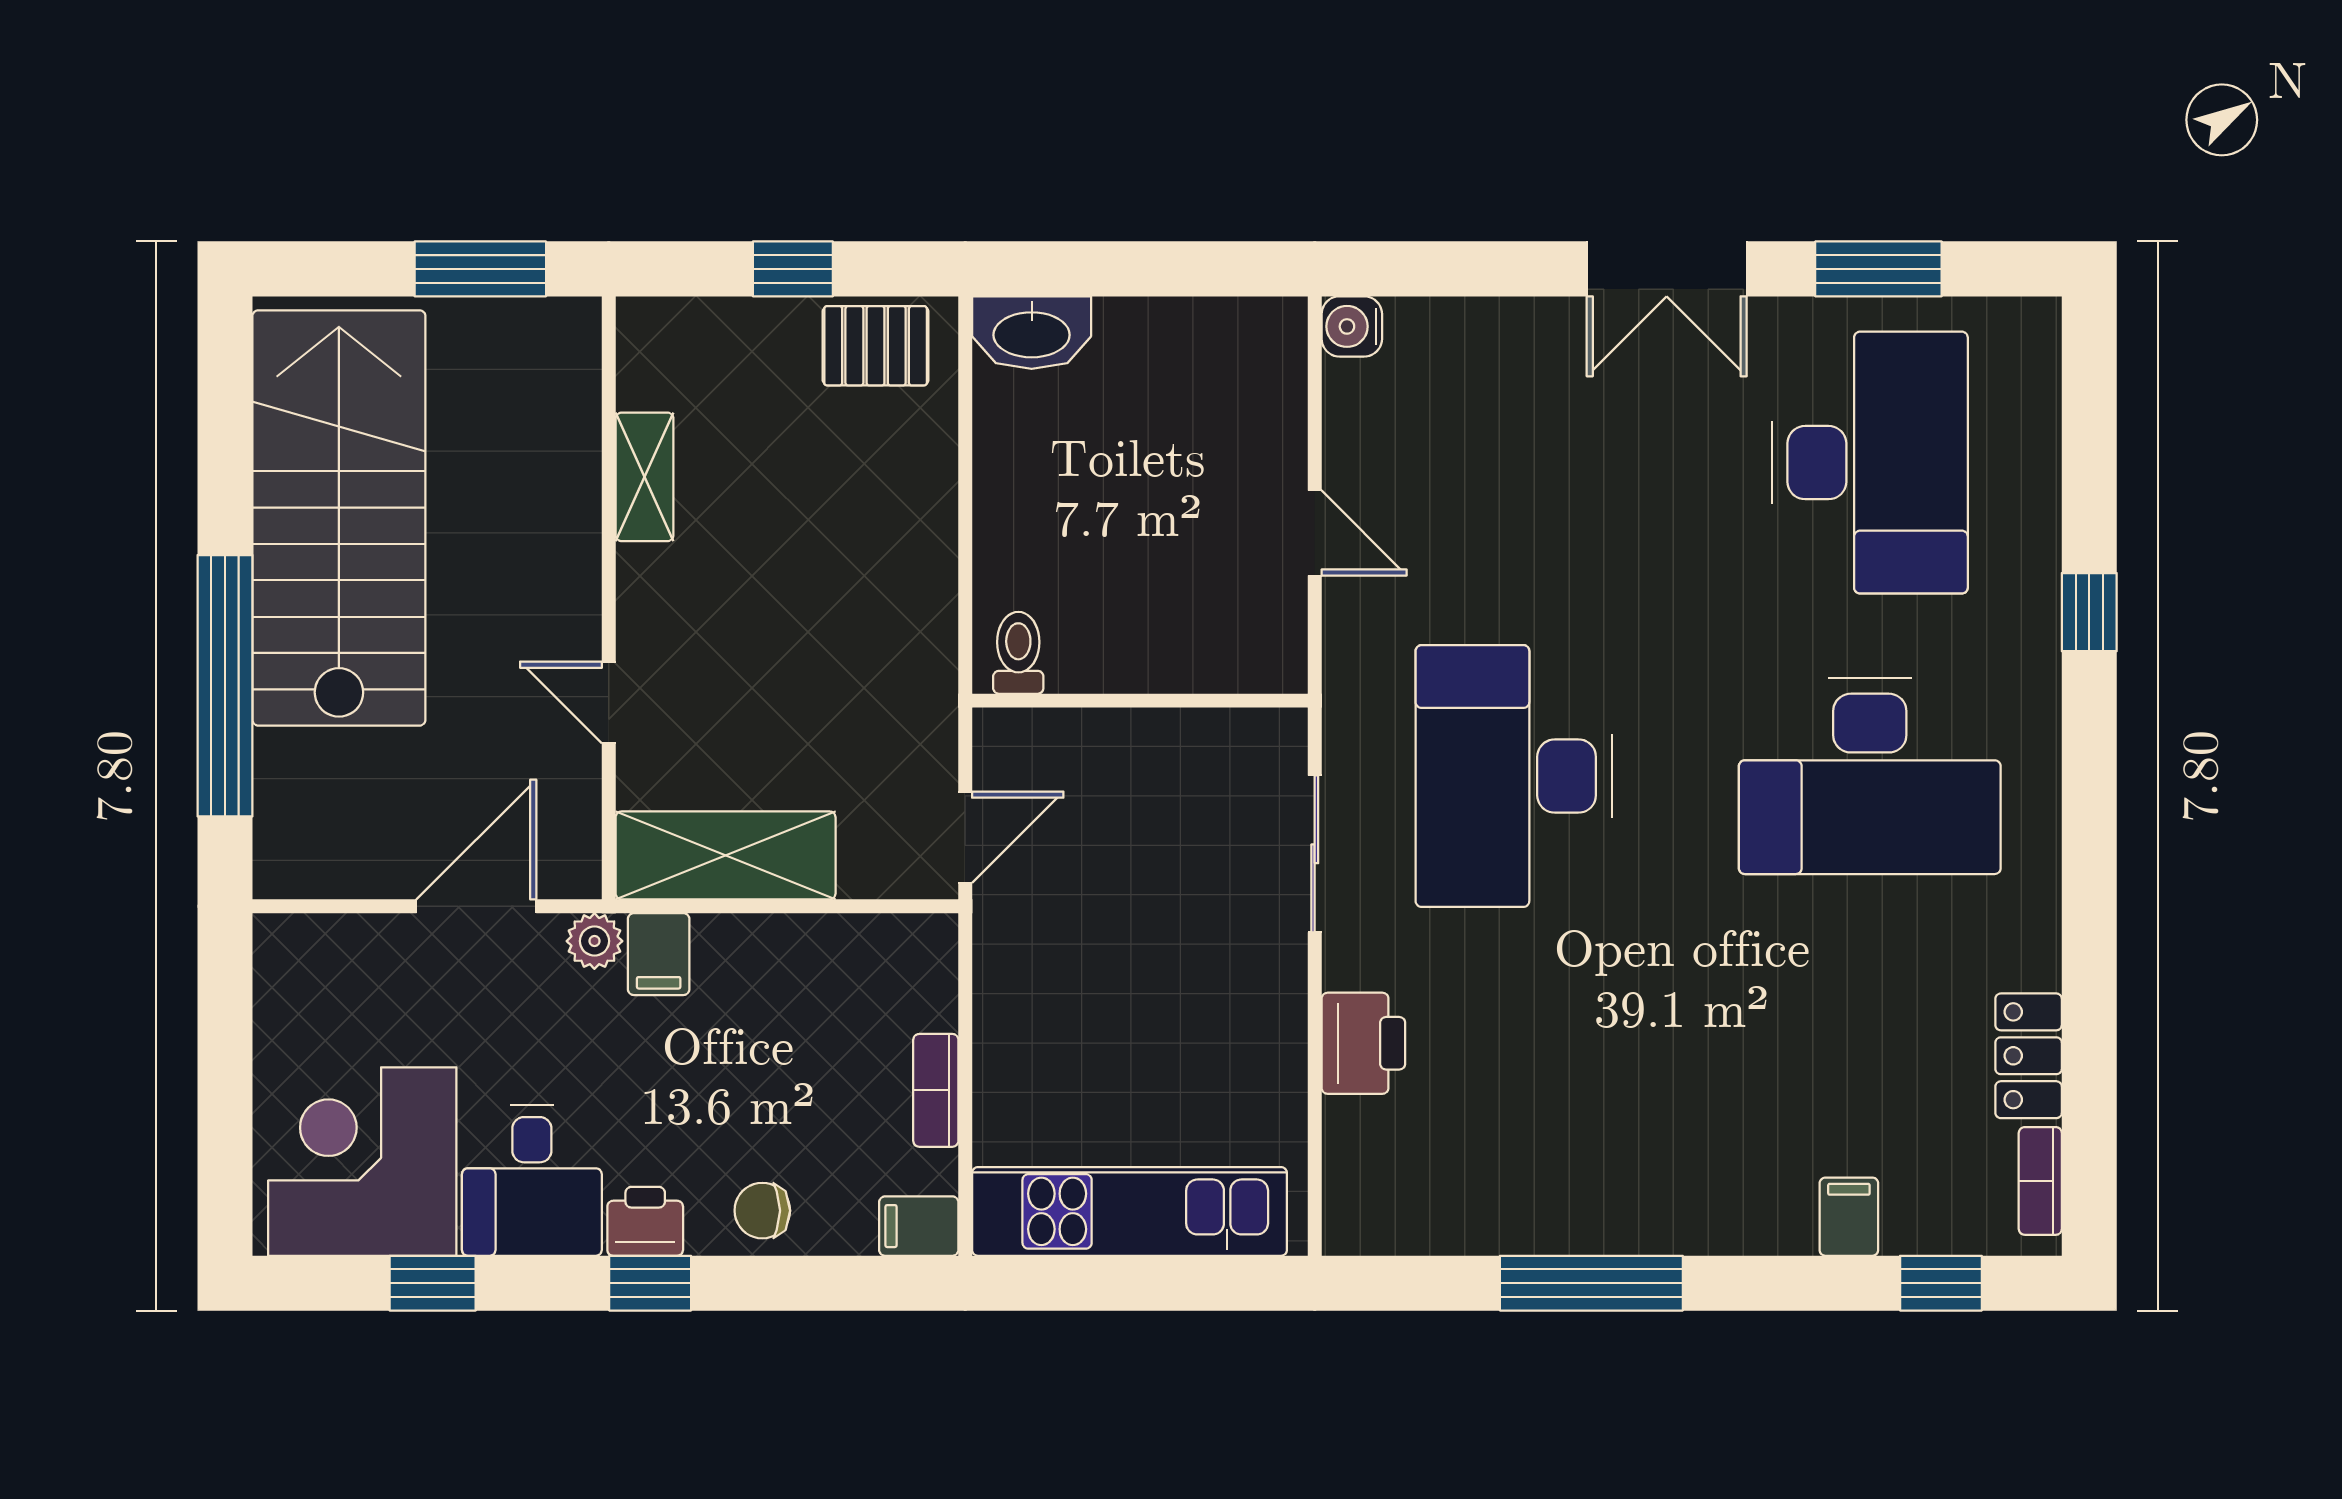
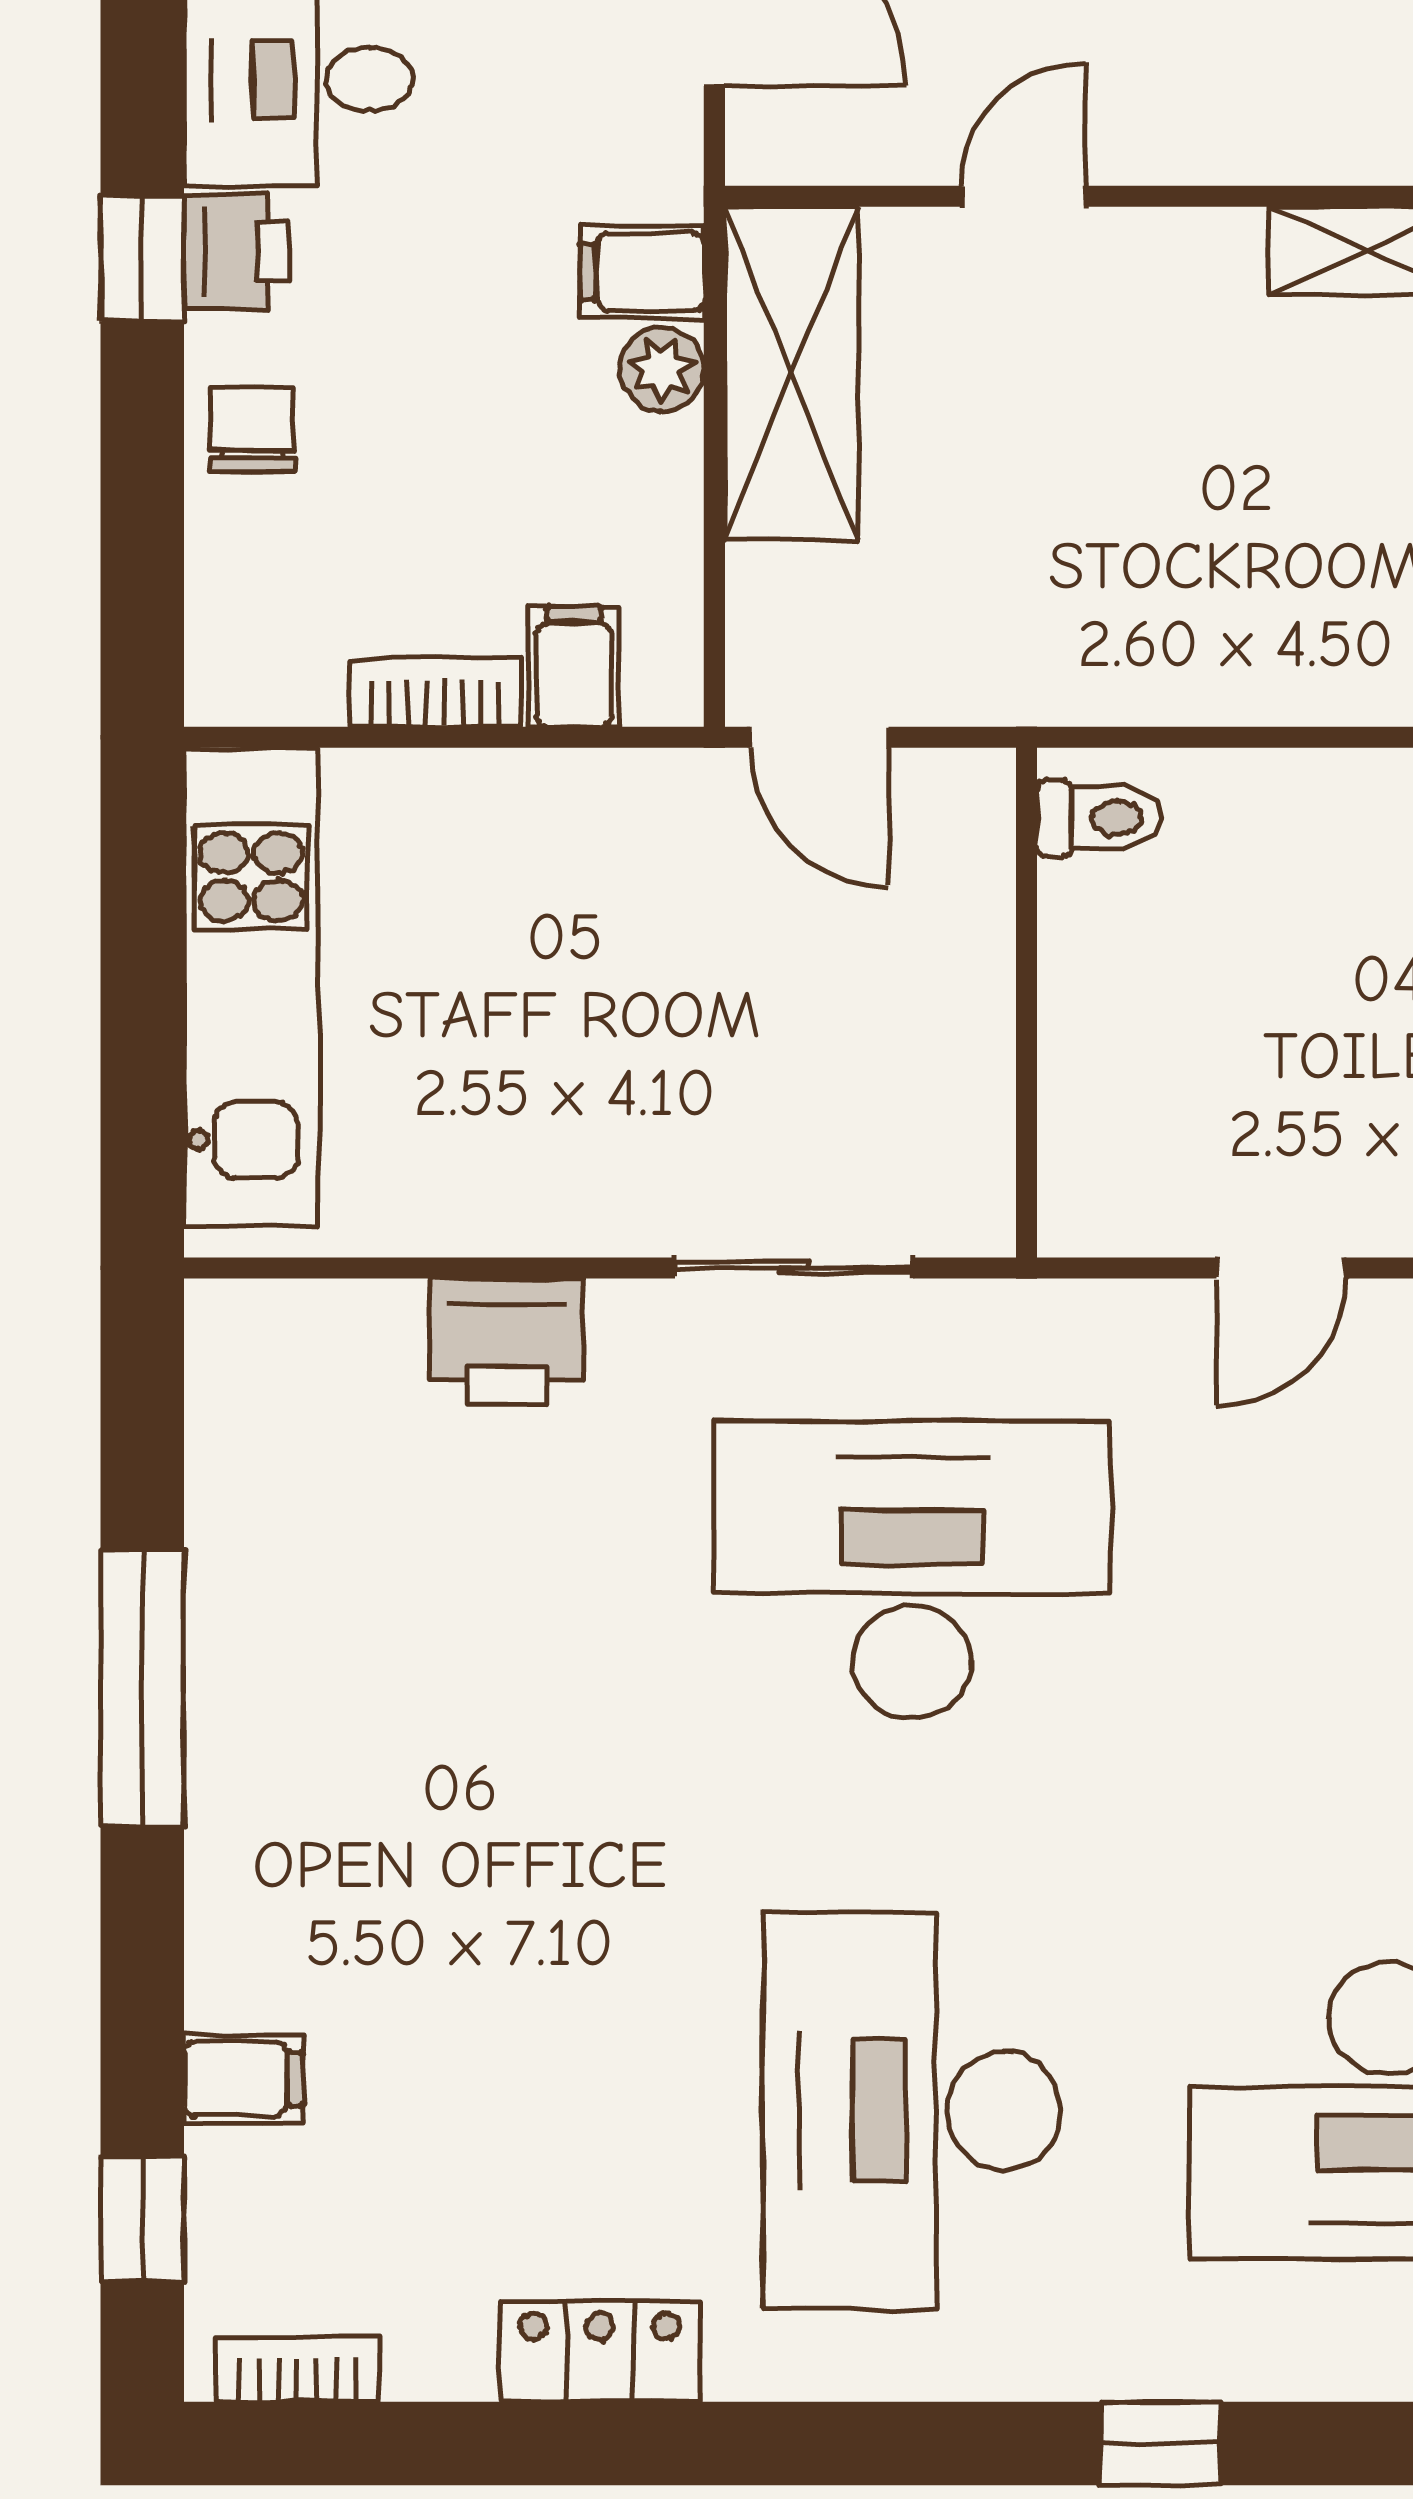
plant: (594, 941) -> (662, 369), moved
locker: (2029, 1056) -> (600, 2351), moved
filing cabinet: (919, 1226) -> (574, 667), moved

